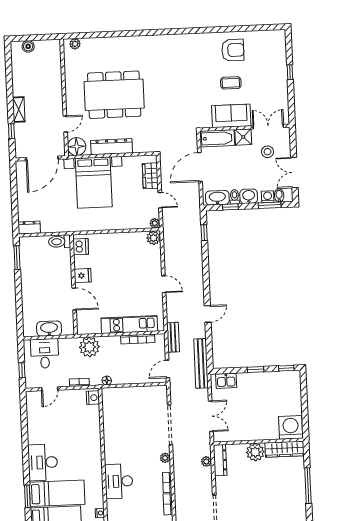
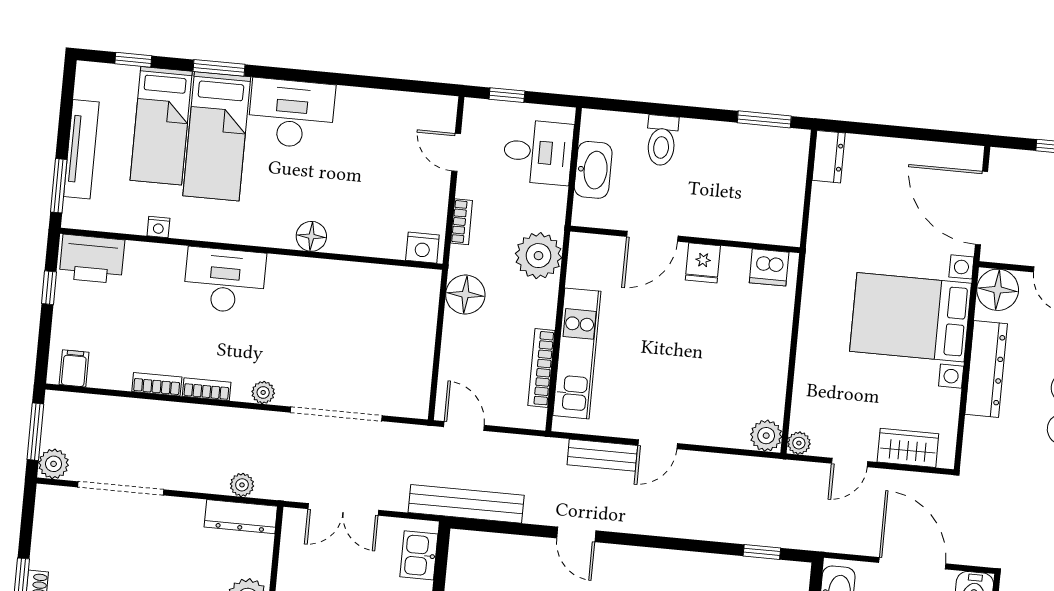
toilet: (60, 242) -> (662, 141), moved, turned 180
bench: (173, 337) -> (602, 455), moved
floor lamp: (107, 381) -> (465, 295), width x1.89, depth x1.89
floor lamp: (95, 446) -> (311, 236), added

